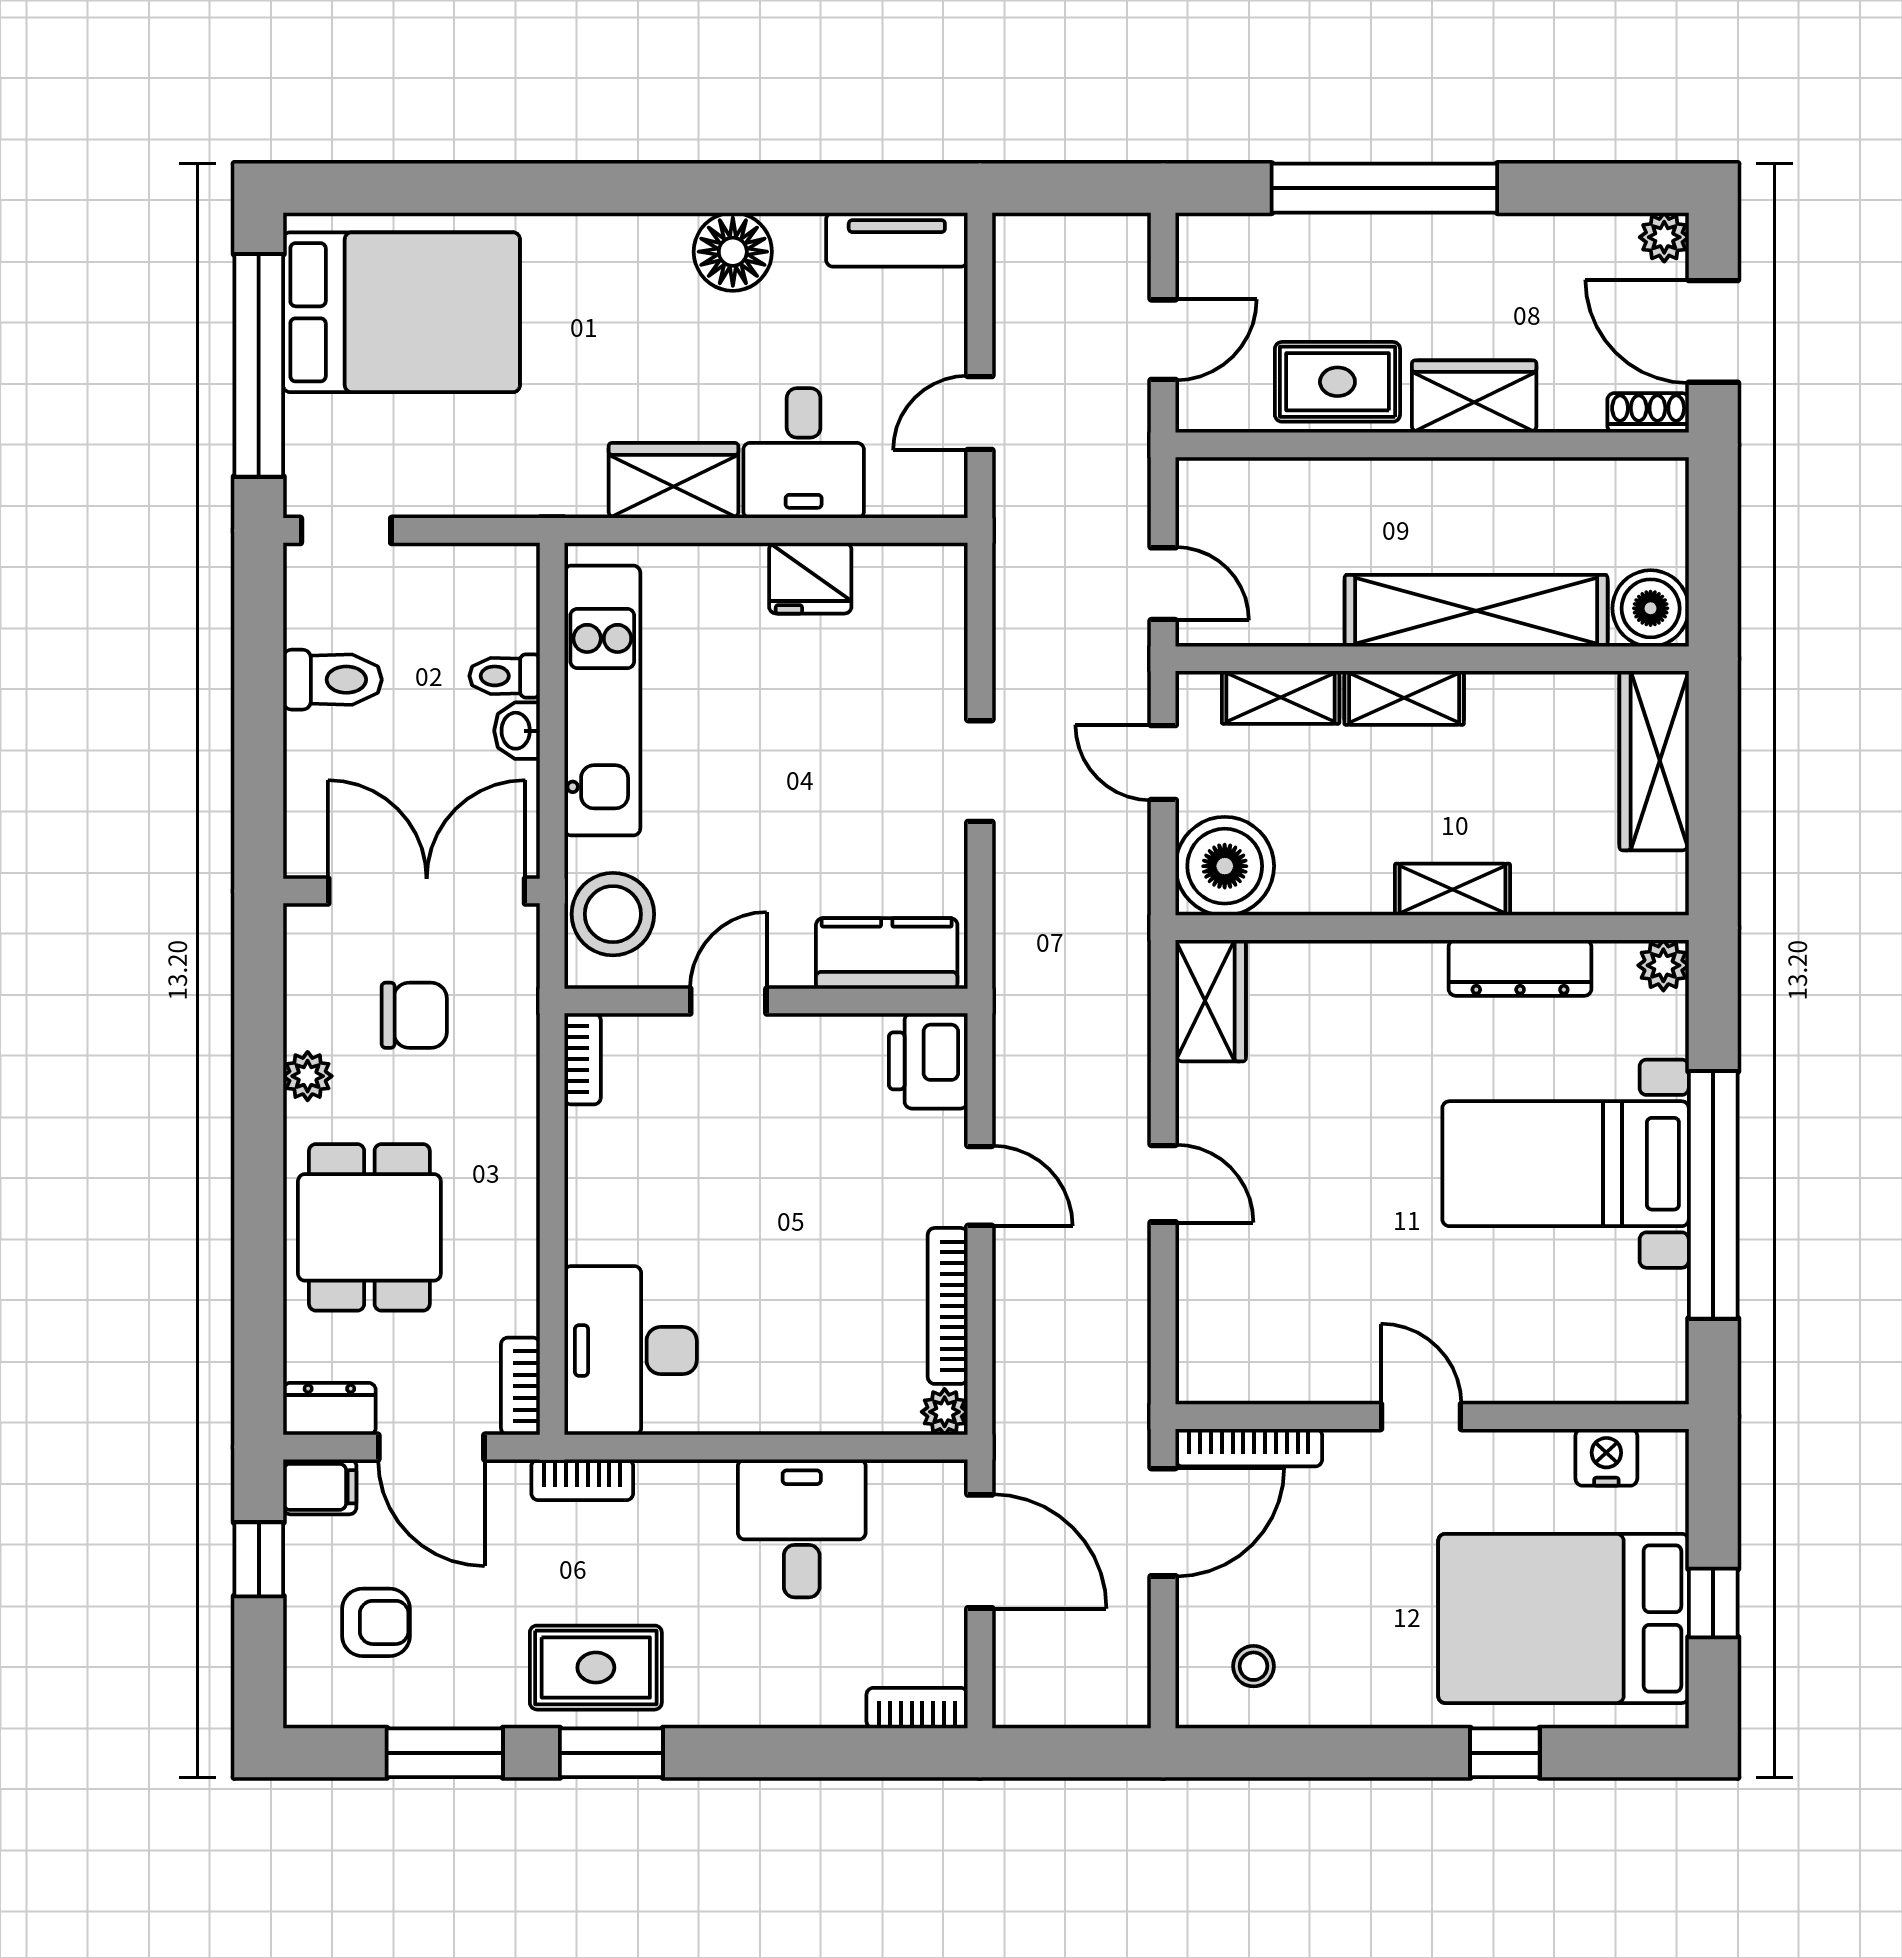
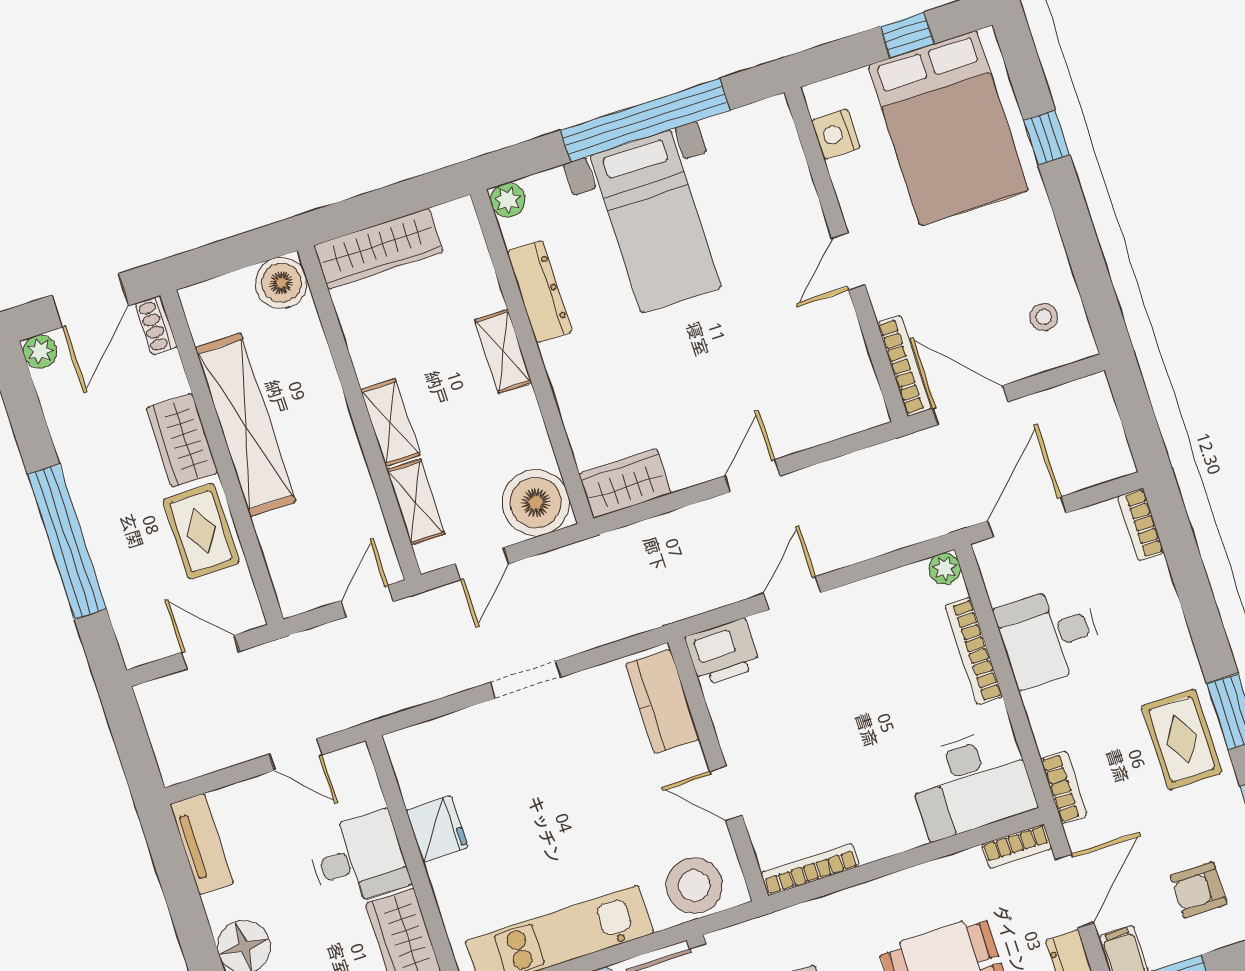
shelving: (1476, 611) -> (245, 425), moved
bookcase: (583, 1059) -> (810, 870), width x1.56
bookcase: (948, 1306) -> (974, 651), moved, turned 90
armchair: (376, 1622) -> (1199, 890), turned -90

